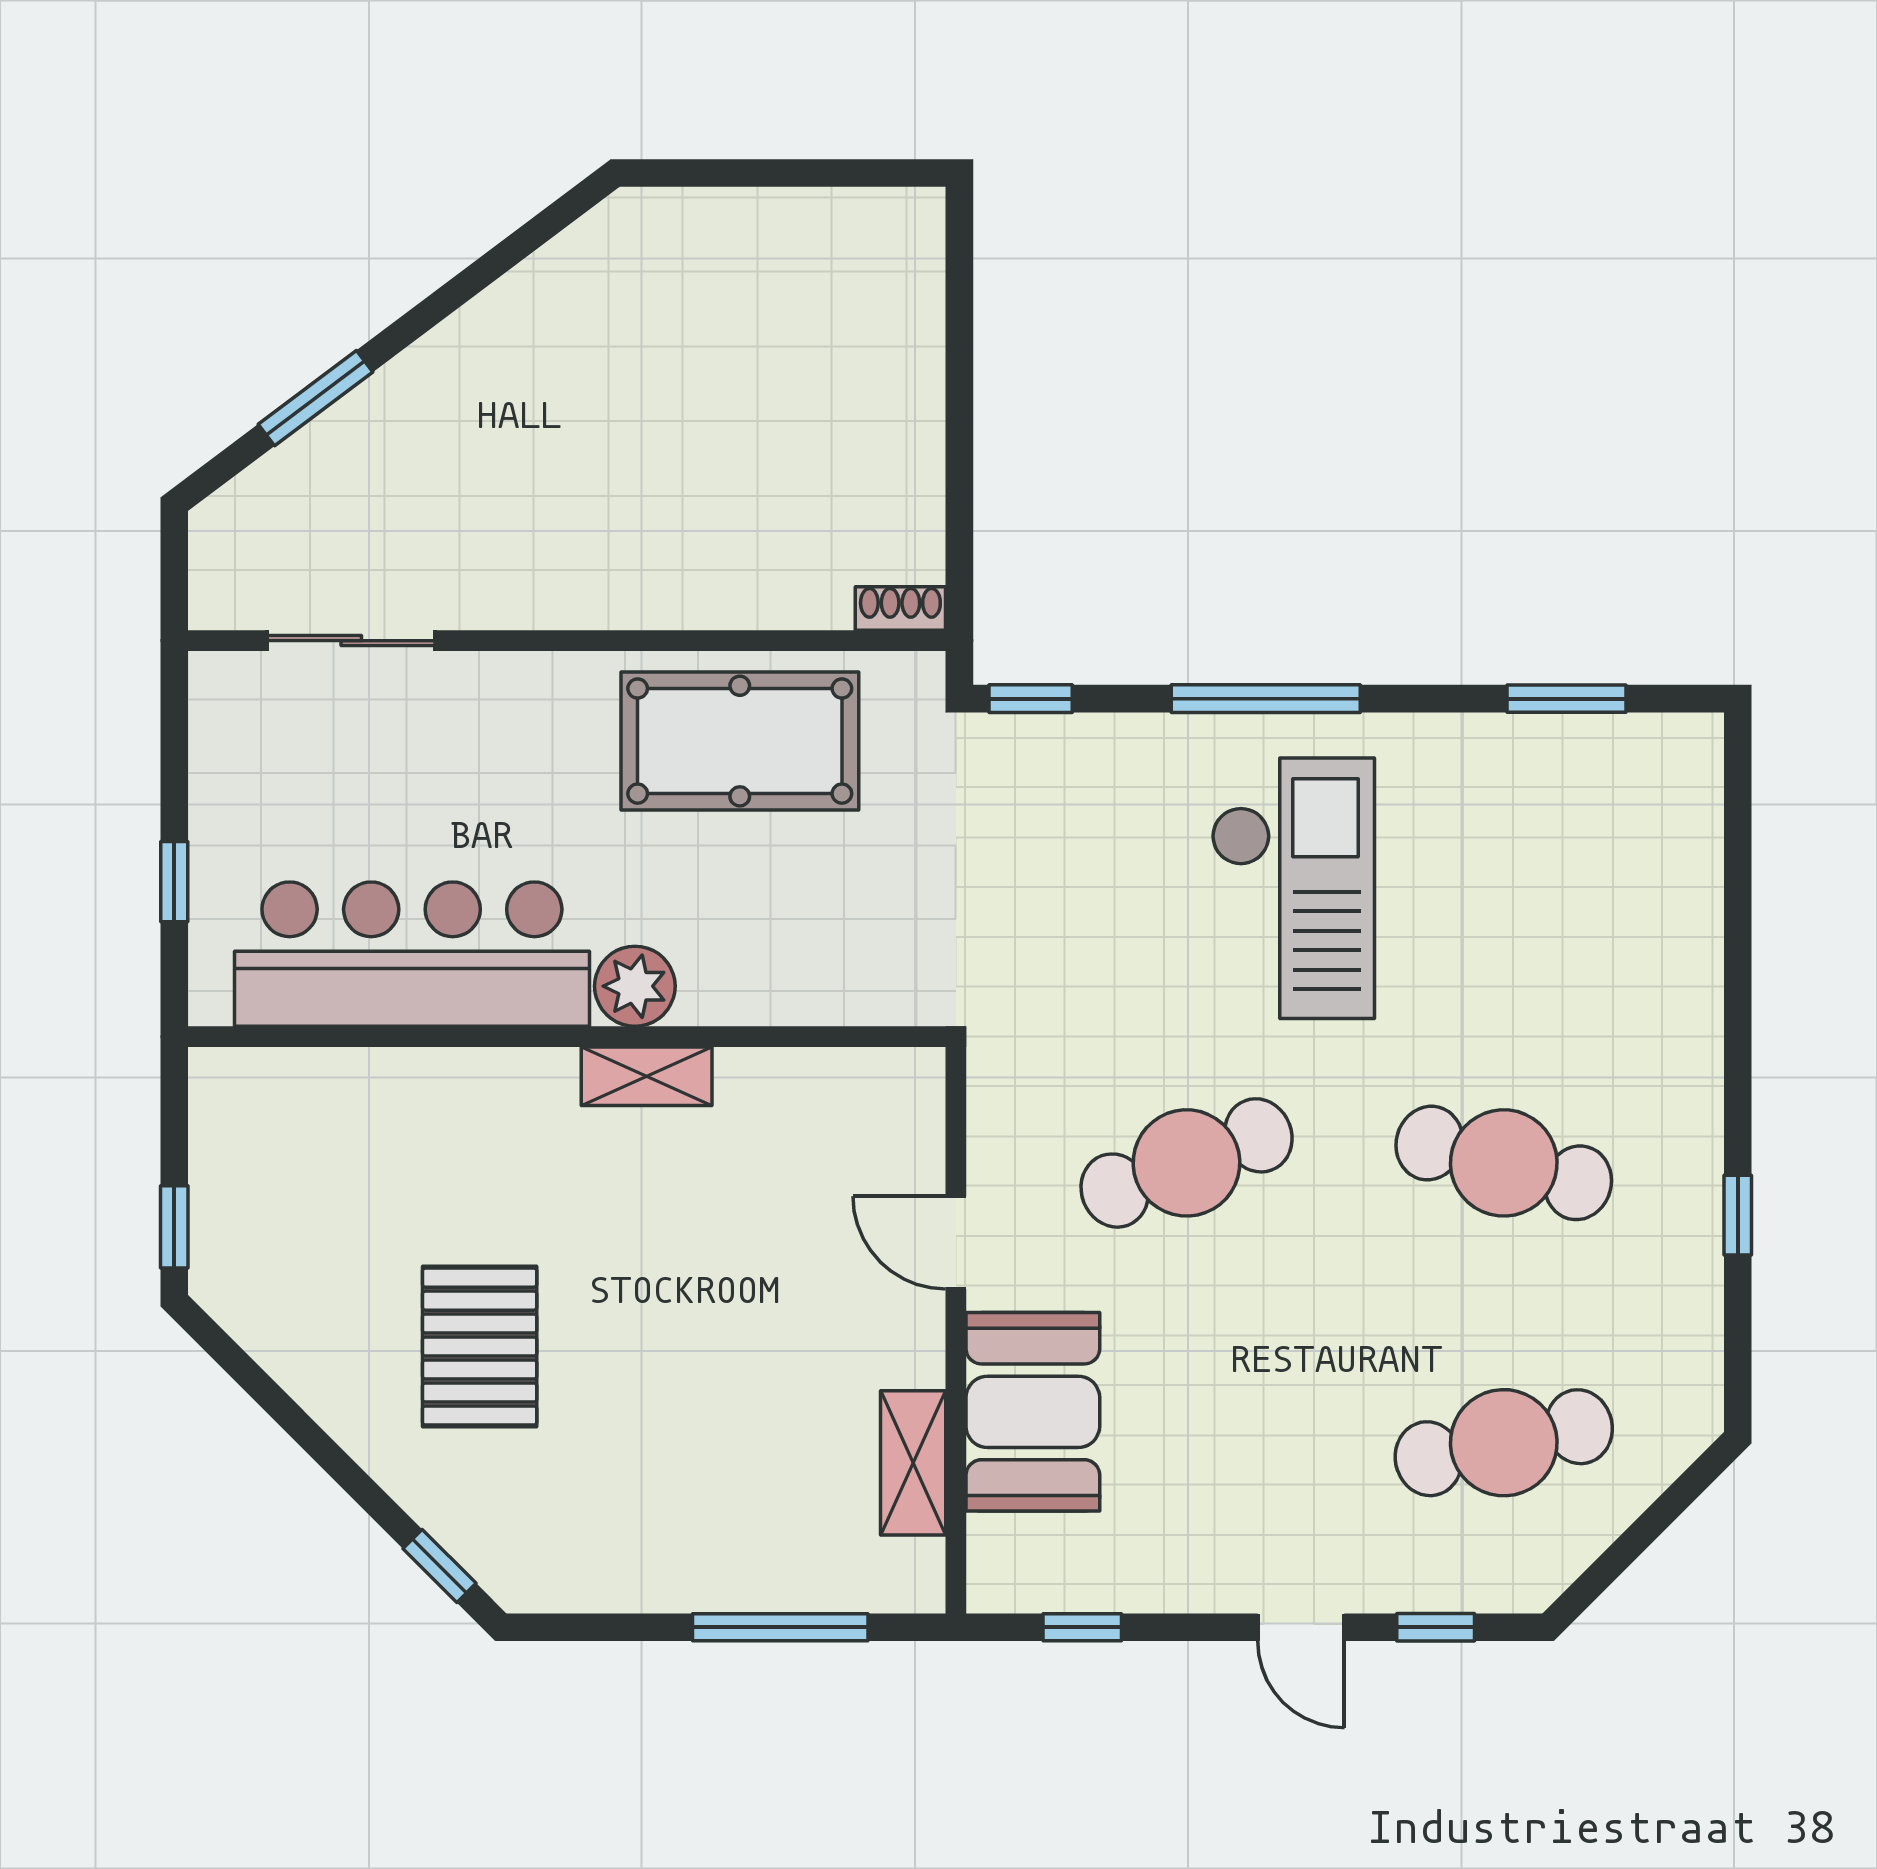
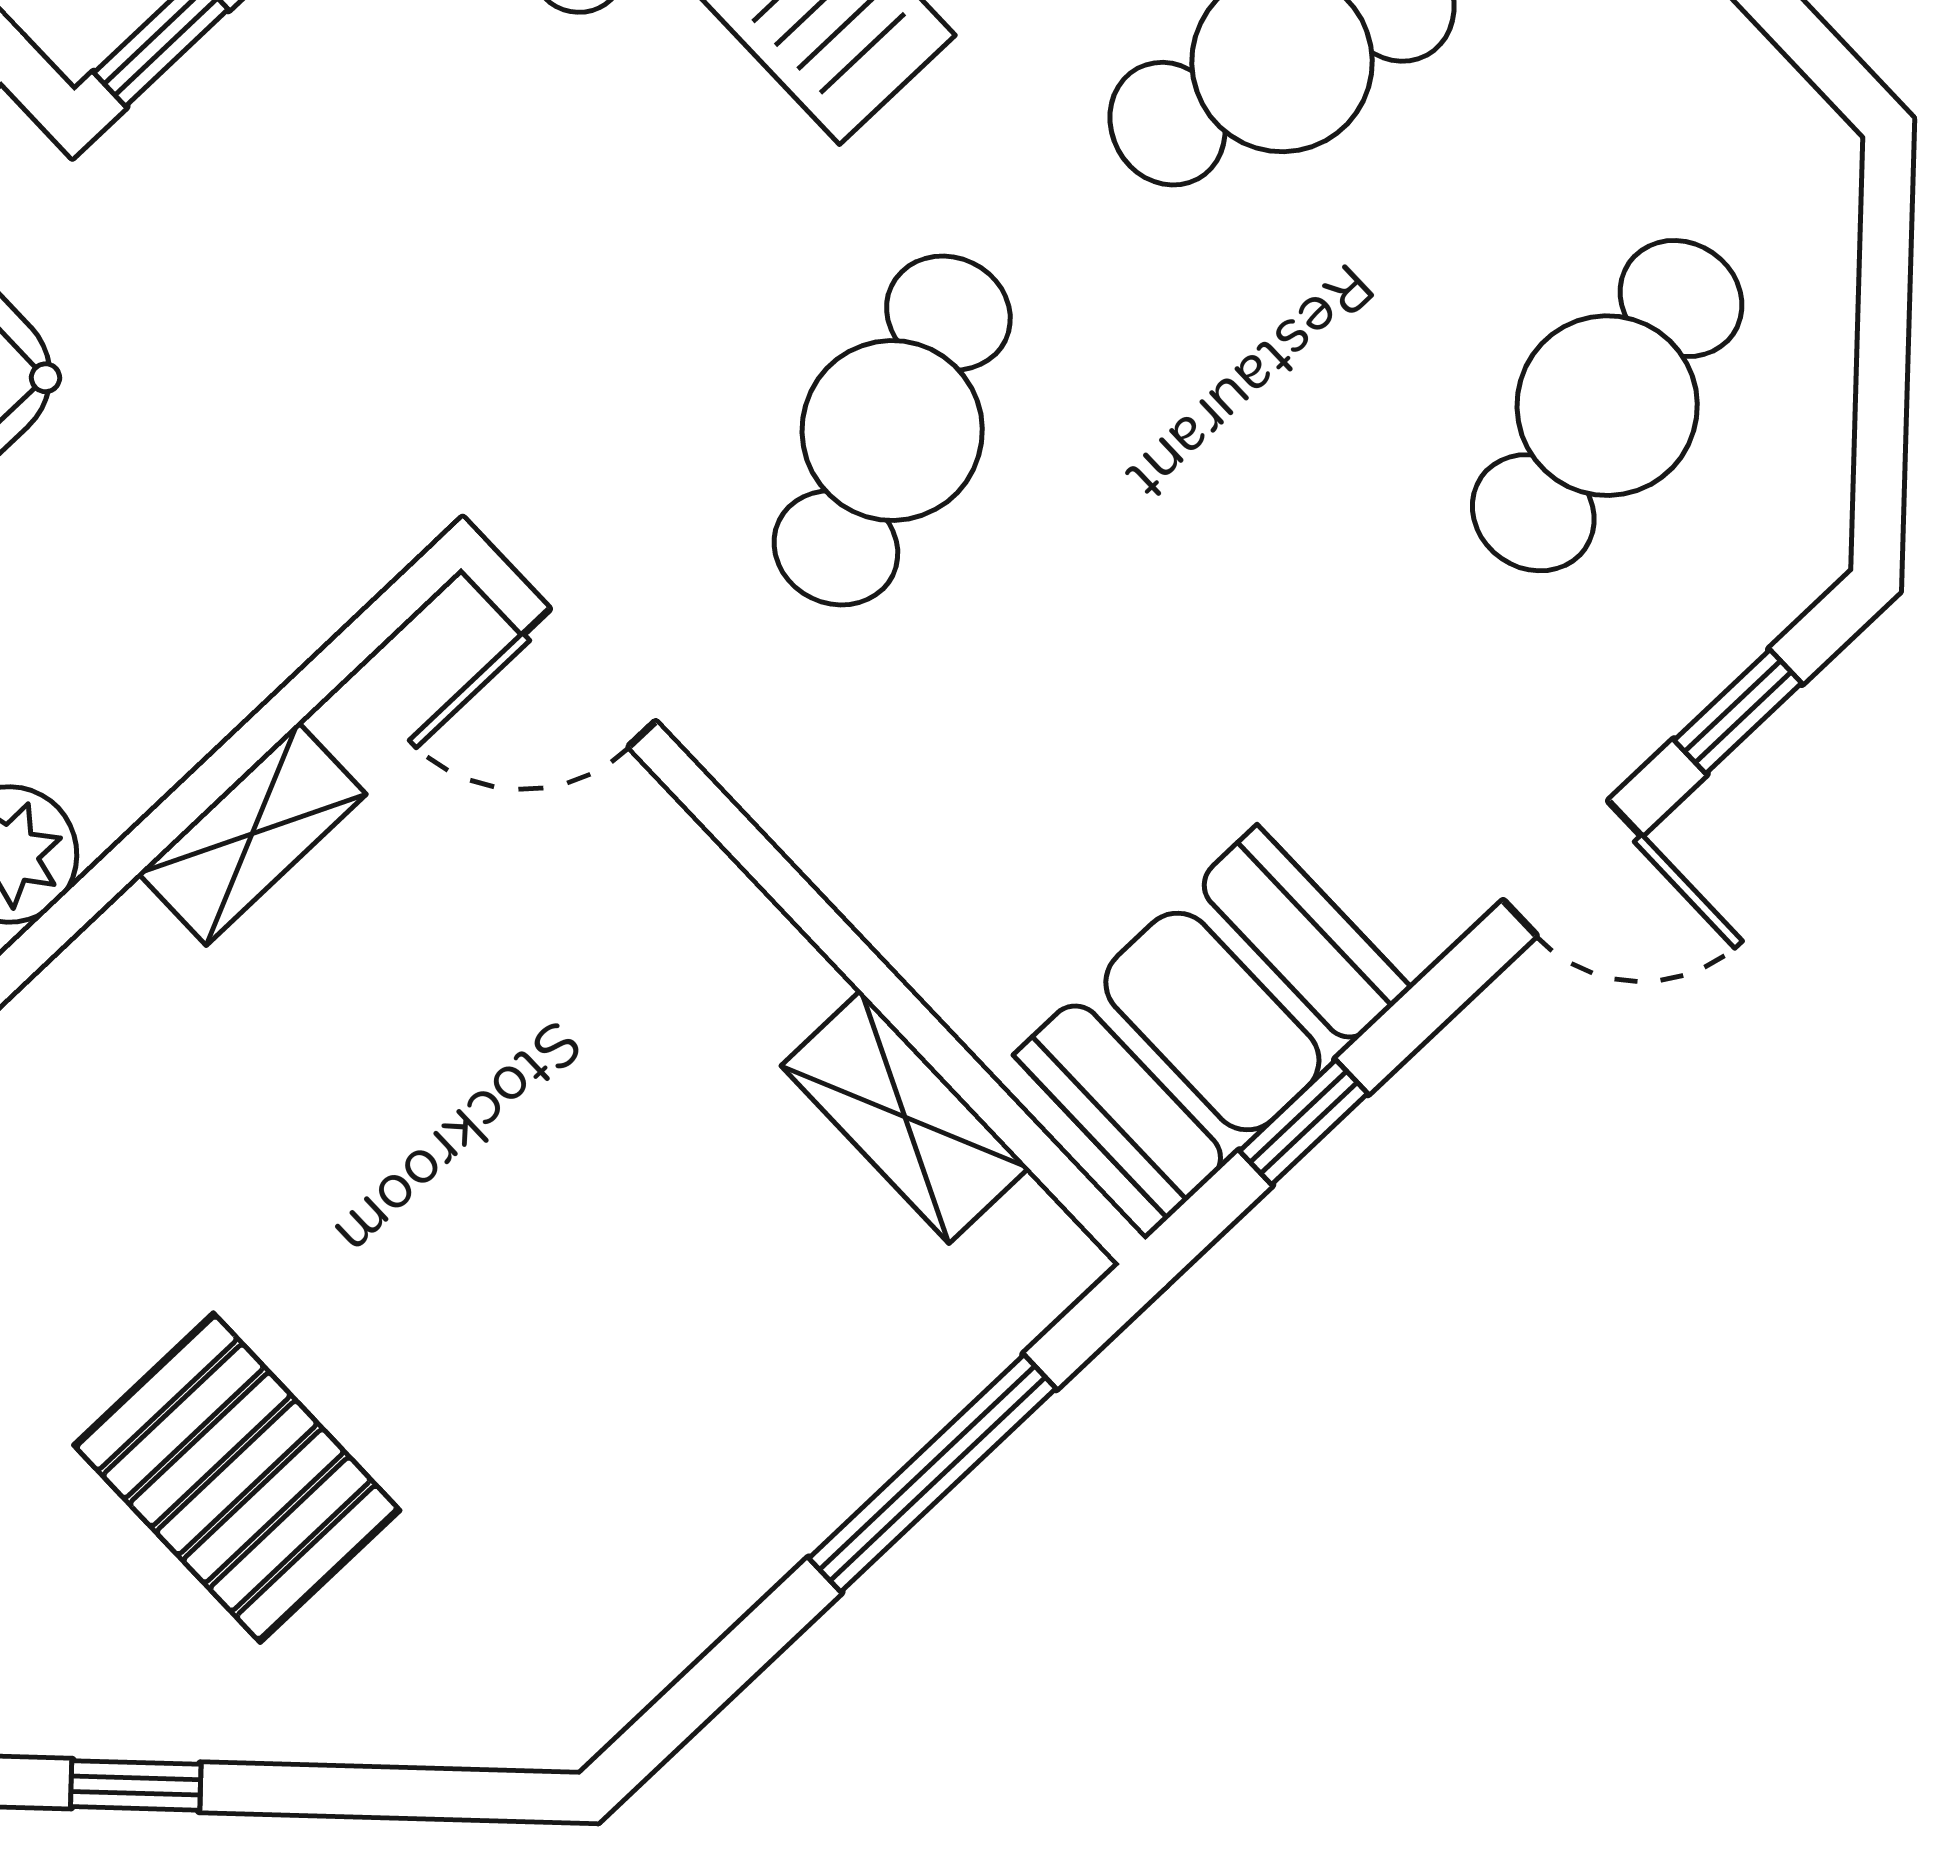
shelving: (647, 1076) -> (252, 834), moved
door: (956, 1243) -> (589, 678), moved
booth: (1033, 1412) -> (1212, 1022), moved, turned 90
window: (439, 1566) -> (136, 1785), moved

